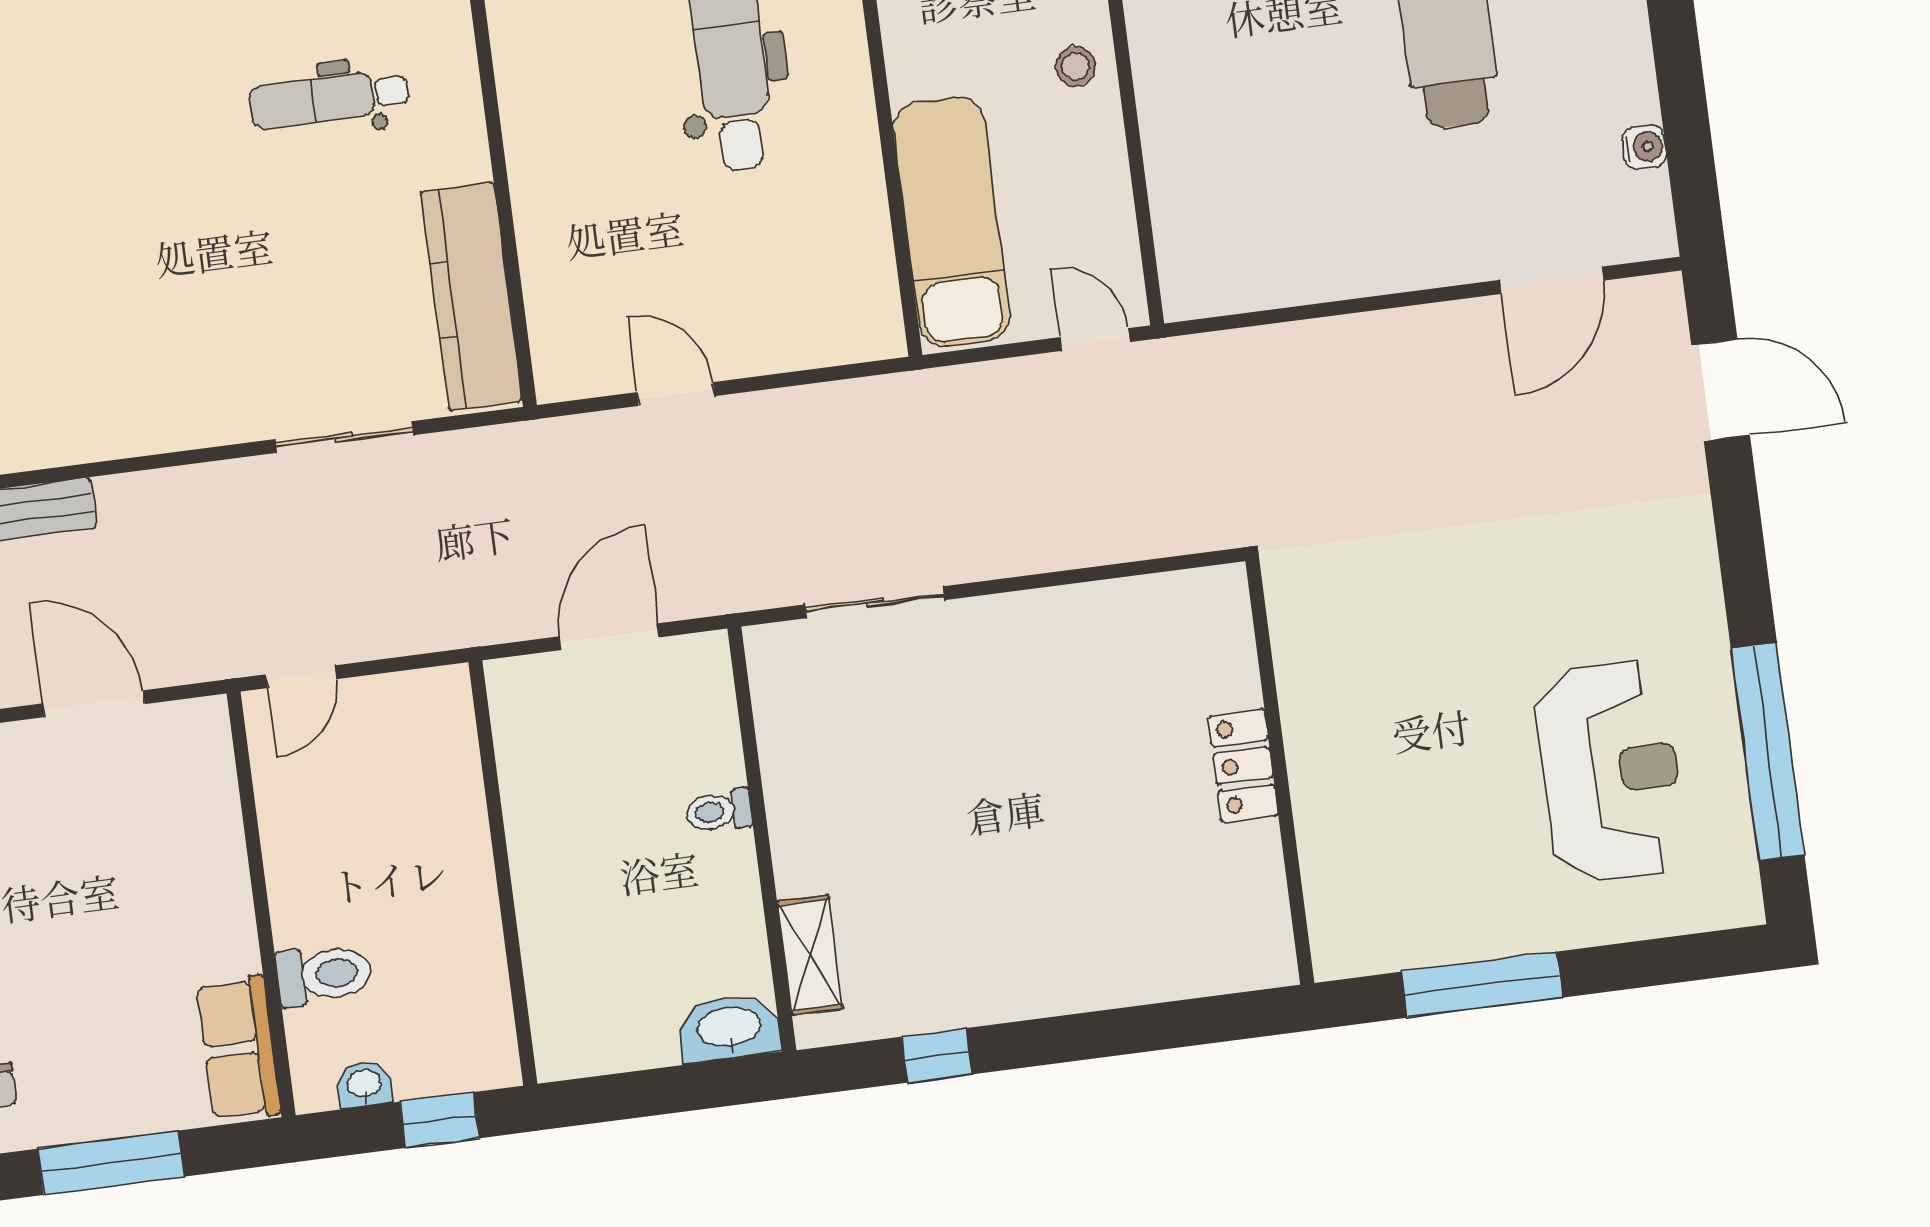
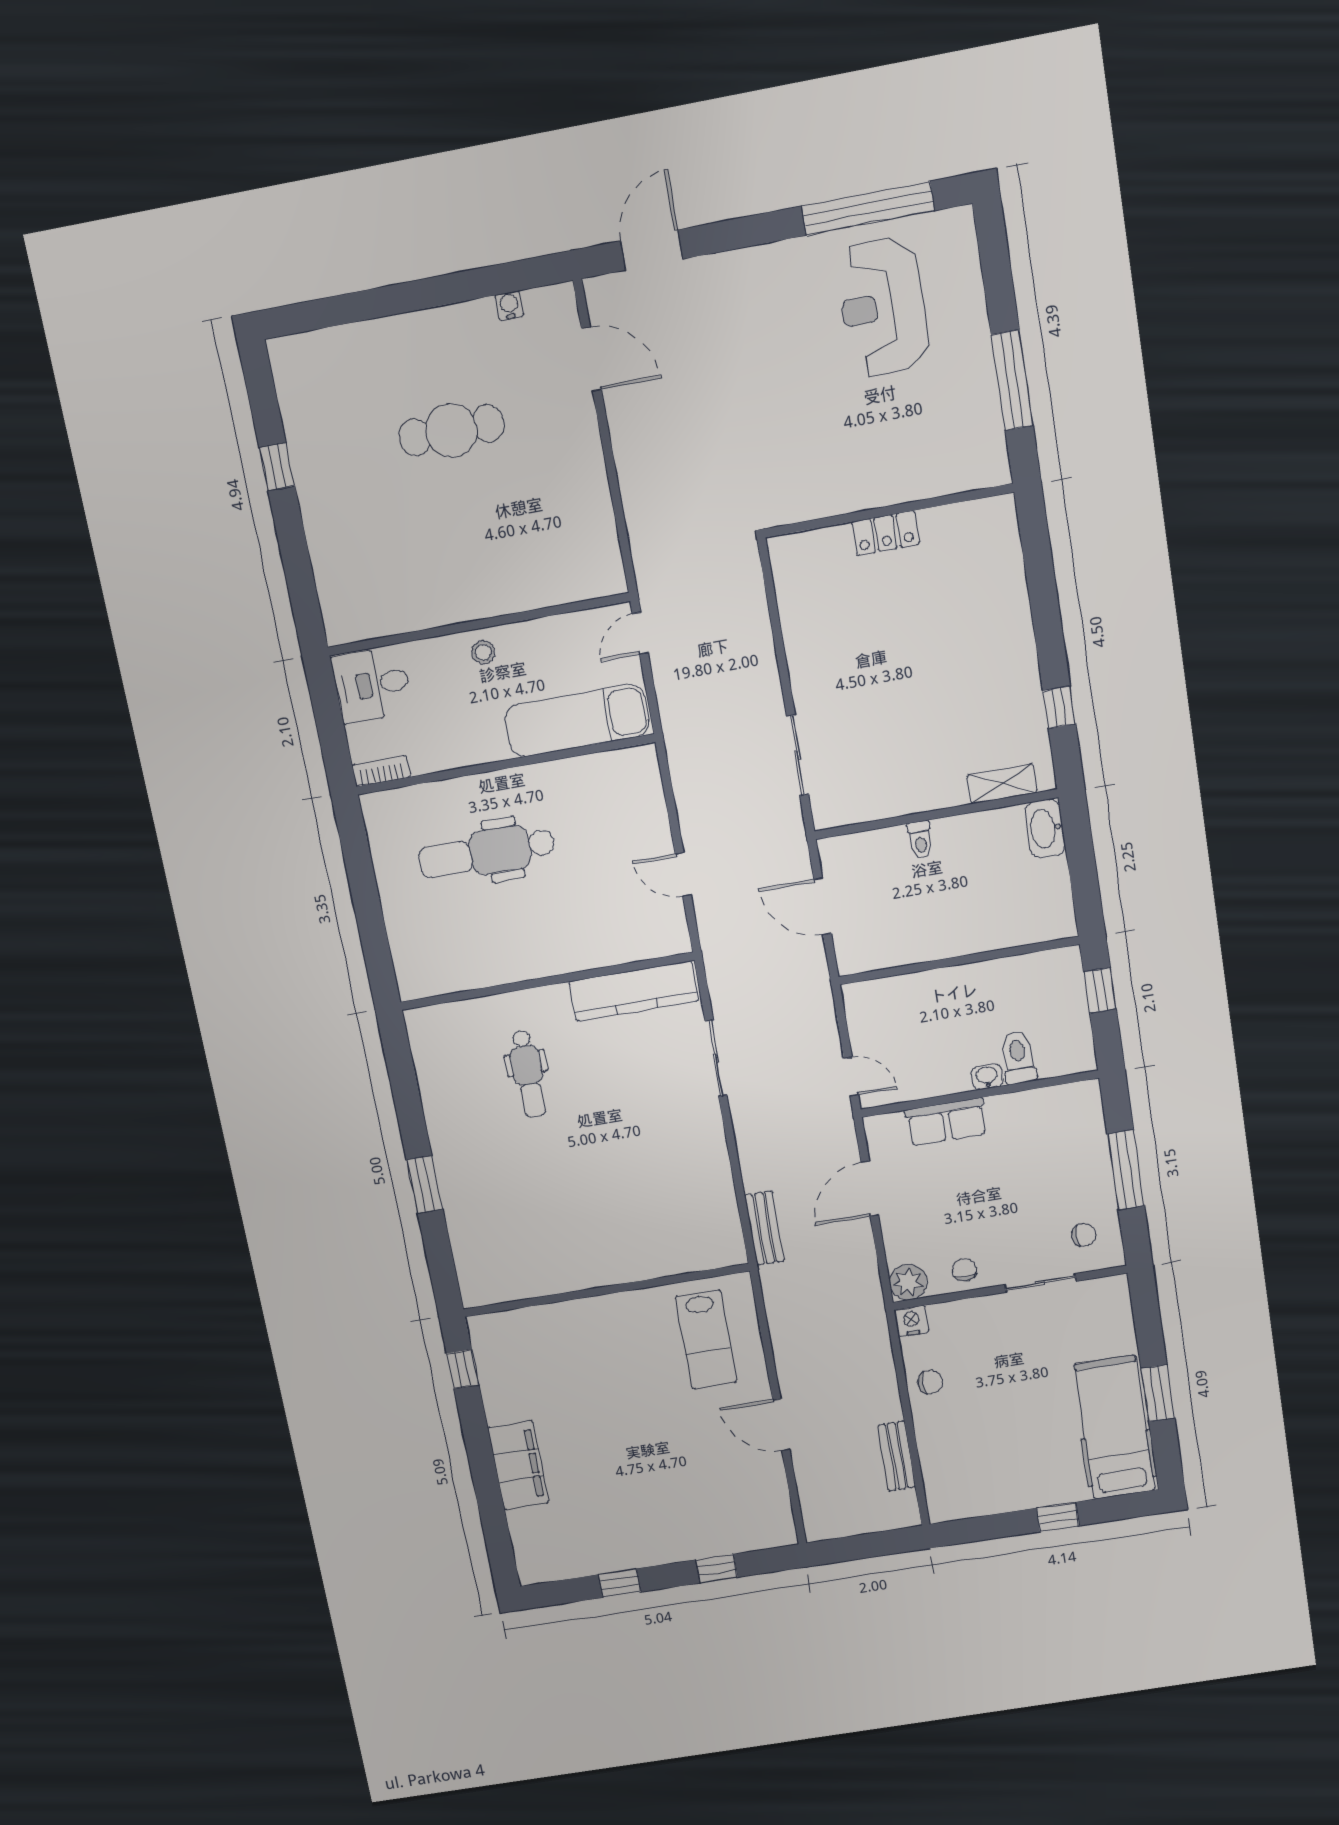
door: (676, 394) -> (683, 874), hinge flipped
reception desk: (1610, 772) -> (883, 307), turned -90
row of seats: (239, 1049) -> (946, 1122), moved
washbasin: (364, 1085) -> (987, 1077), moved, turned 90

